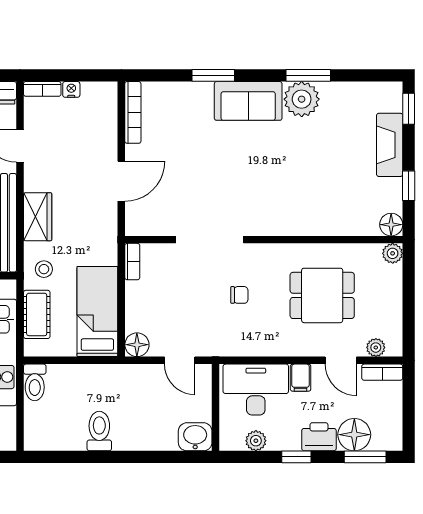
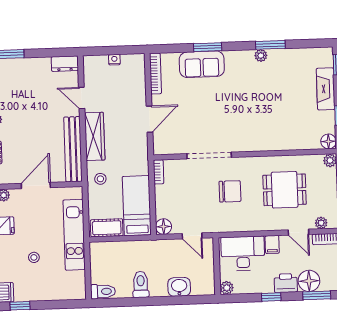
bookcase: (42, 89) -> (95, 60), removed
plant: (302, 99) -> (261, 56), width x0.53, depth x0.53
sofa: (248, 101) -> (202, 64), moved
wardrobe: (38, 217) -> (95, 136), width x1.50
chair: (239, 295) -> (230, 191), width x1.87, depth x1.87
cot: (37, 314) -> (107, 228), moved, turned 90
toilet: (35, 382) -> (103, 291), moved, turned -90
washbasin: (195, 437) -> (179, 287), moved
plant: (256, 441) -> (227, 288), moved

